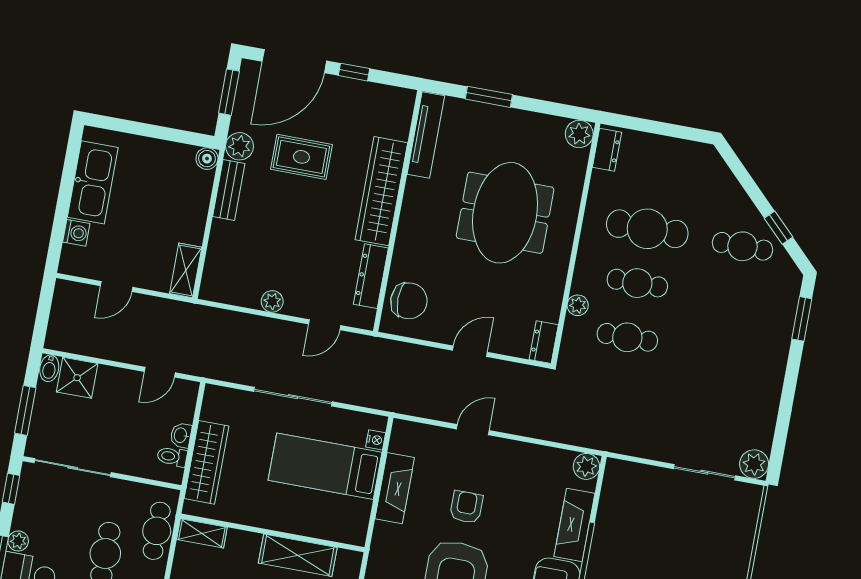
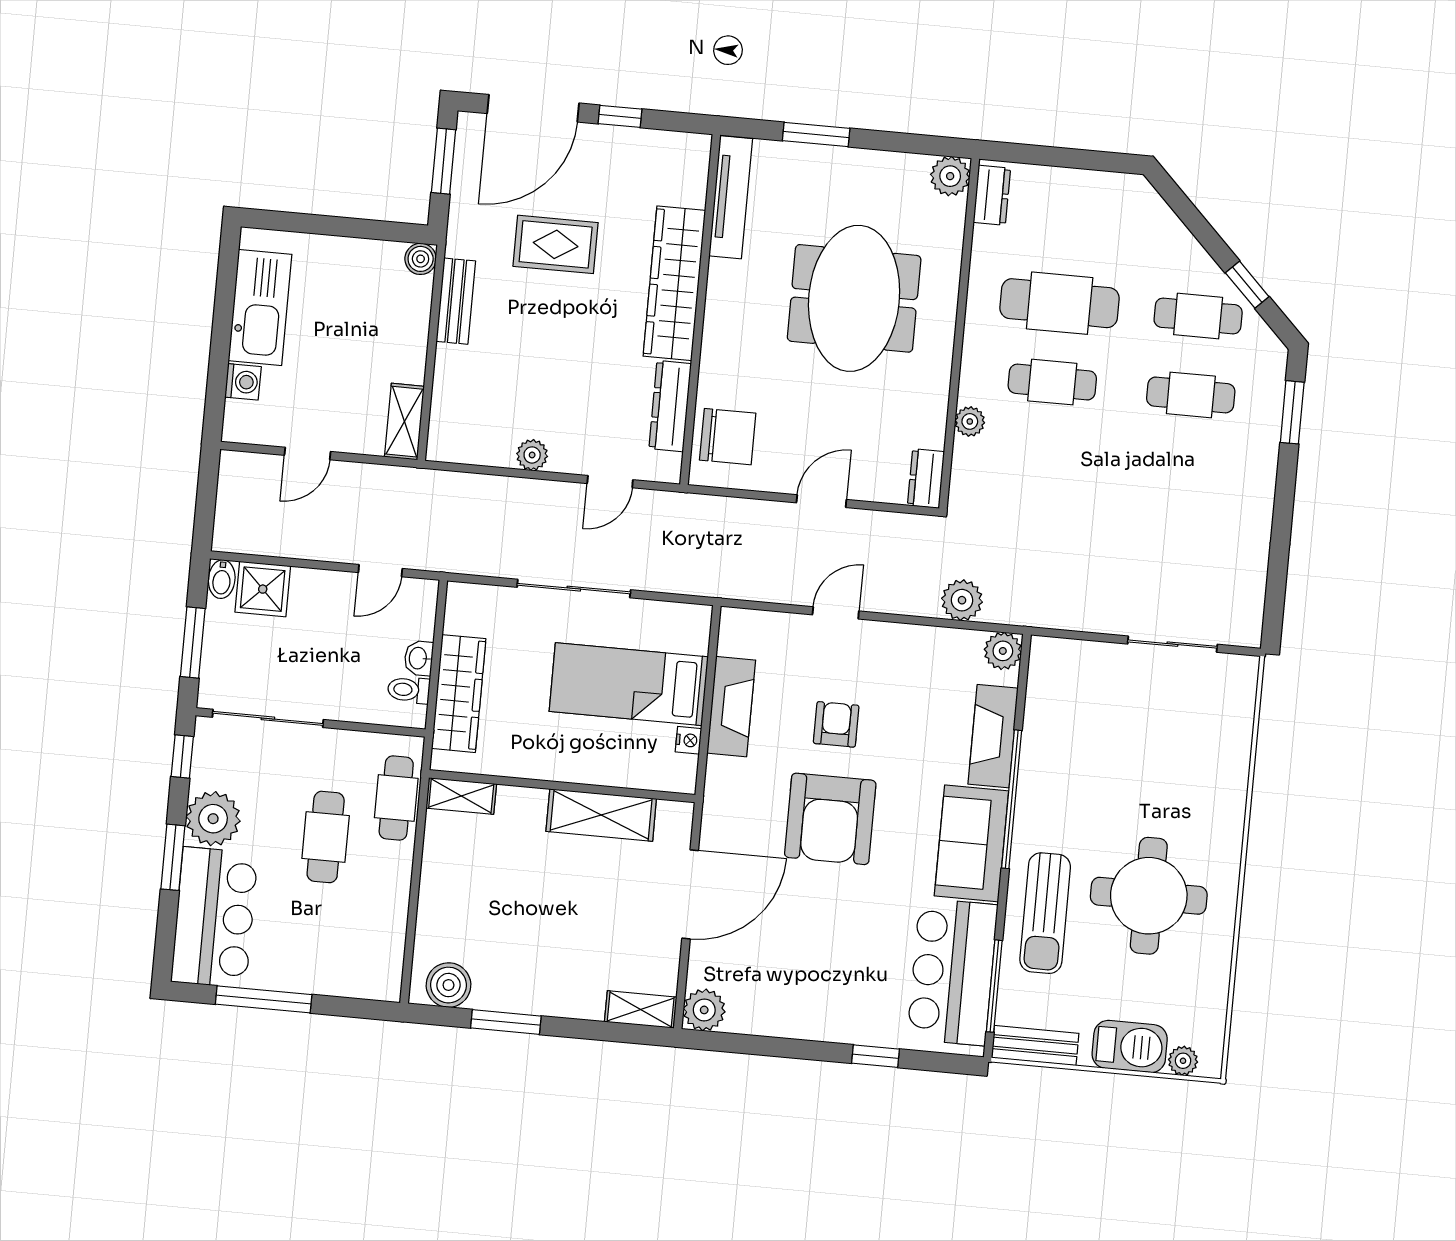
plant: (240, 146) -> (466, 237), removed
cafe table: (627, 337) -> (1191, 395), moved
nightstand: (376, 440) -> (688, 740), moved
plant: (754, 464) -> (962, 600), moved
plant: (18, 541) -> (213, 819), width x1.88, depth x1.88

